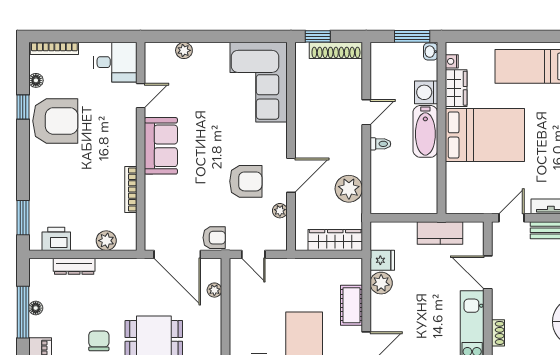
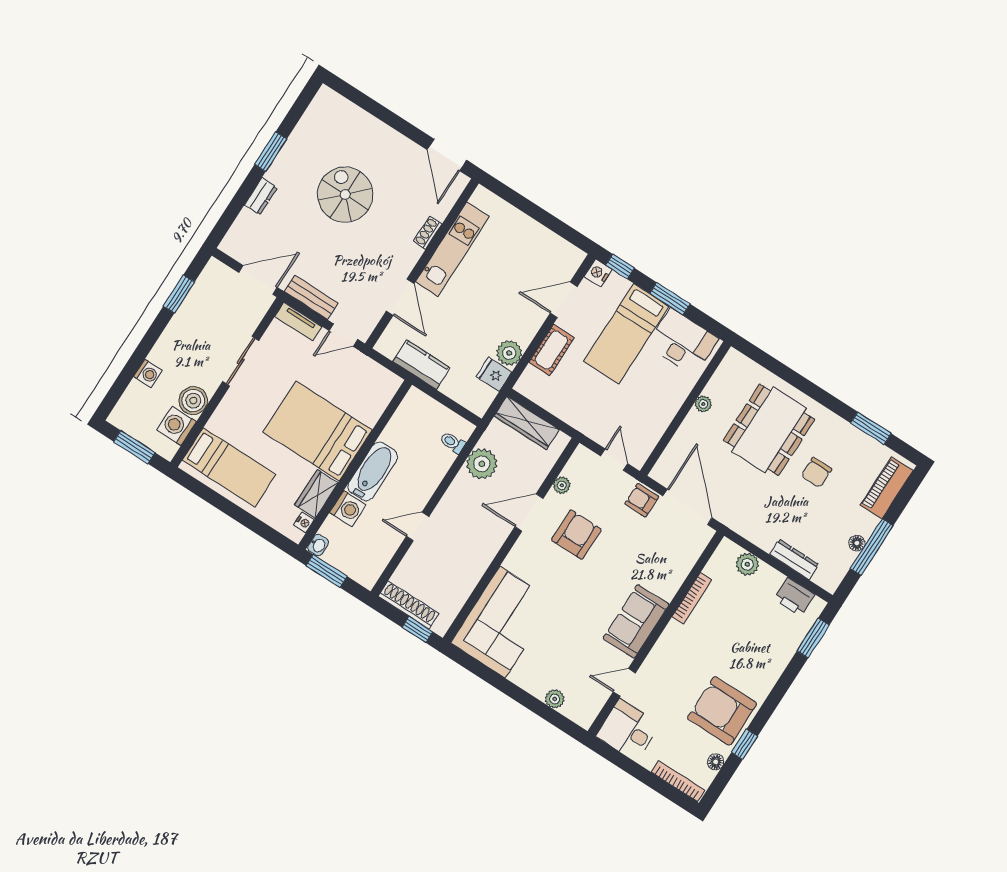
toilet: (380, 144) -> (452, 443), moved
armchair: (246, 181) -> (576, 535), turned 90
plant: (214, 290) -> (703, 404), moved

